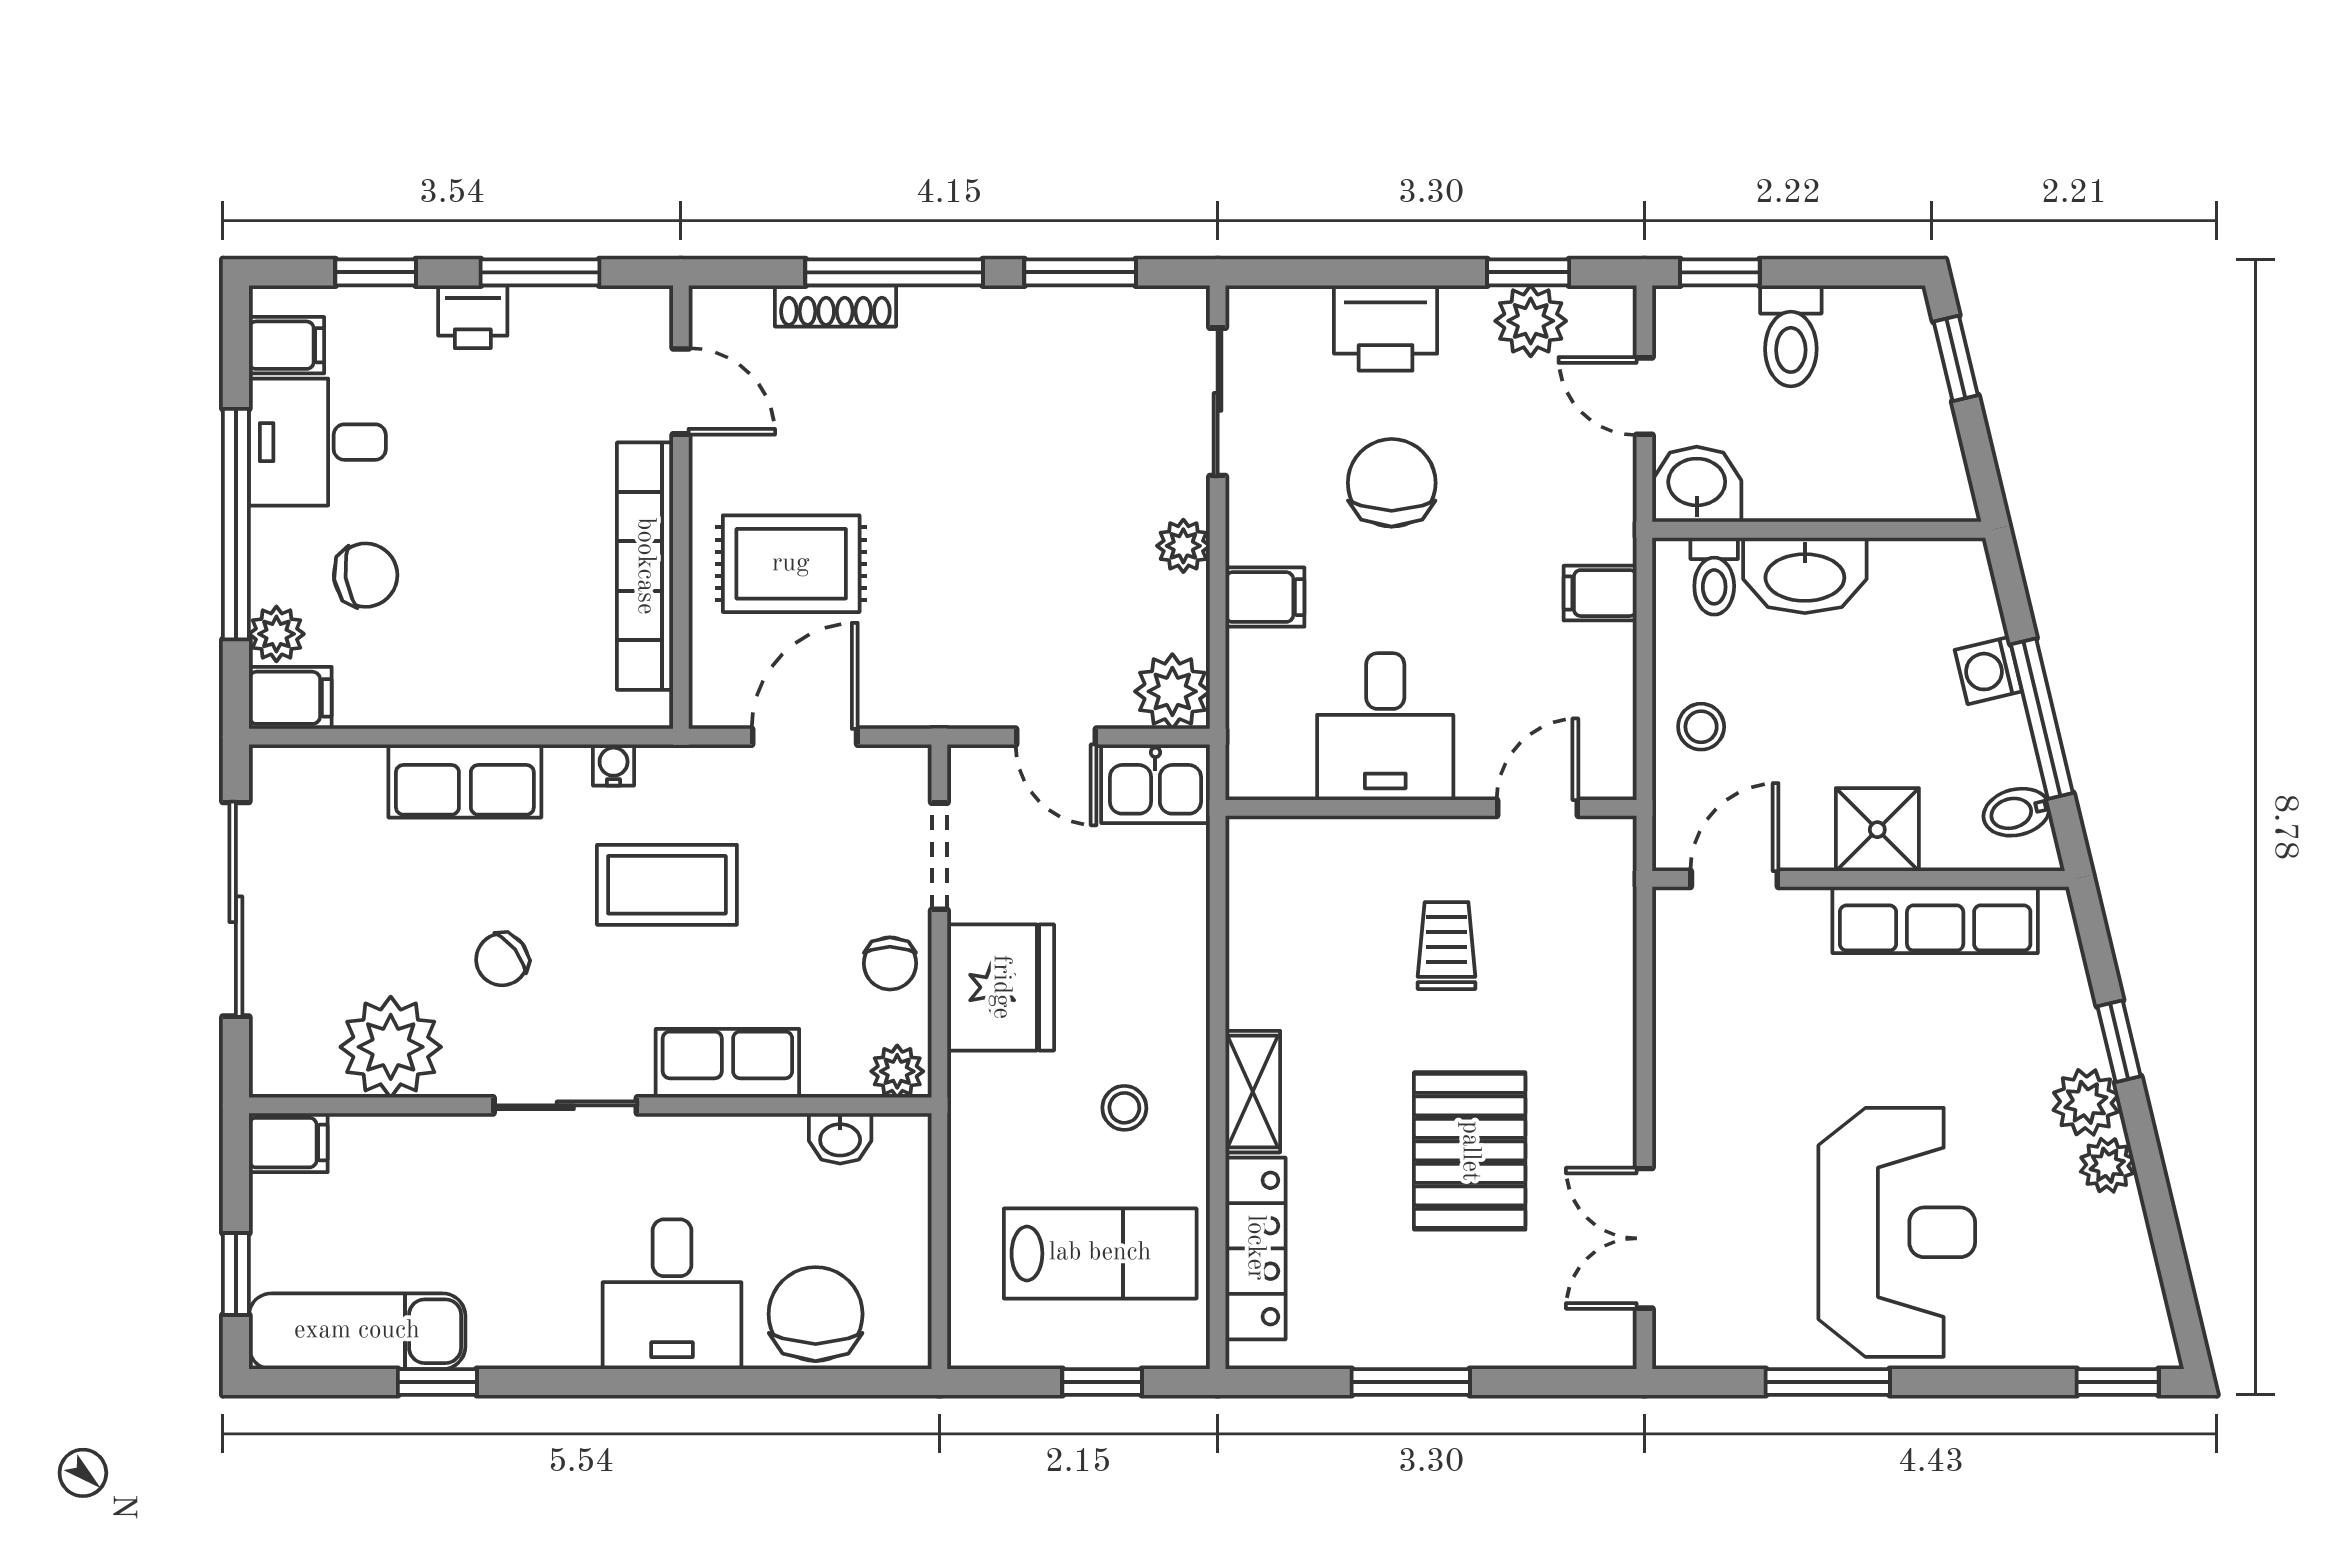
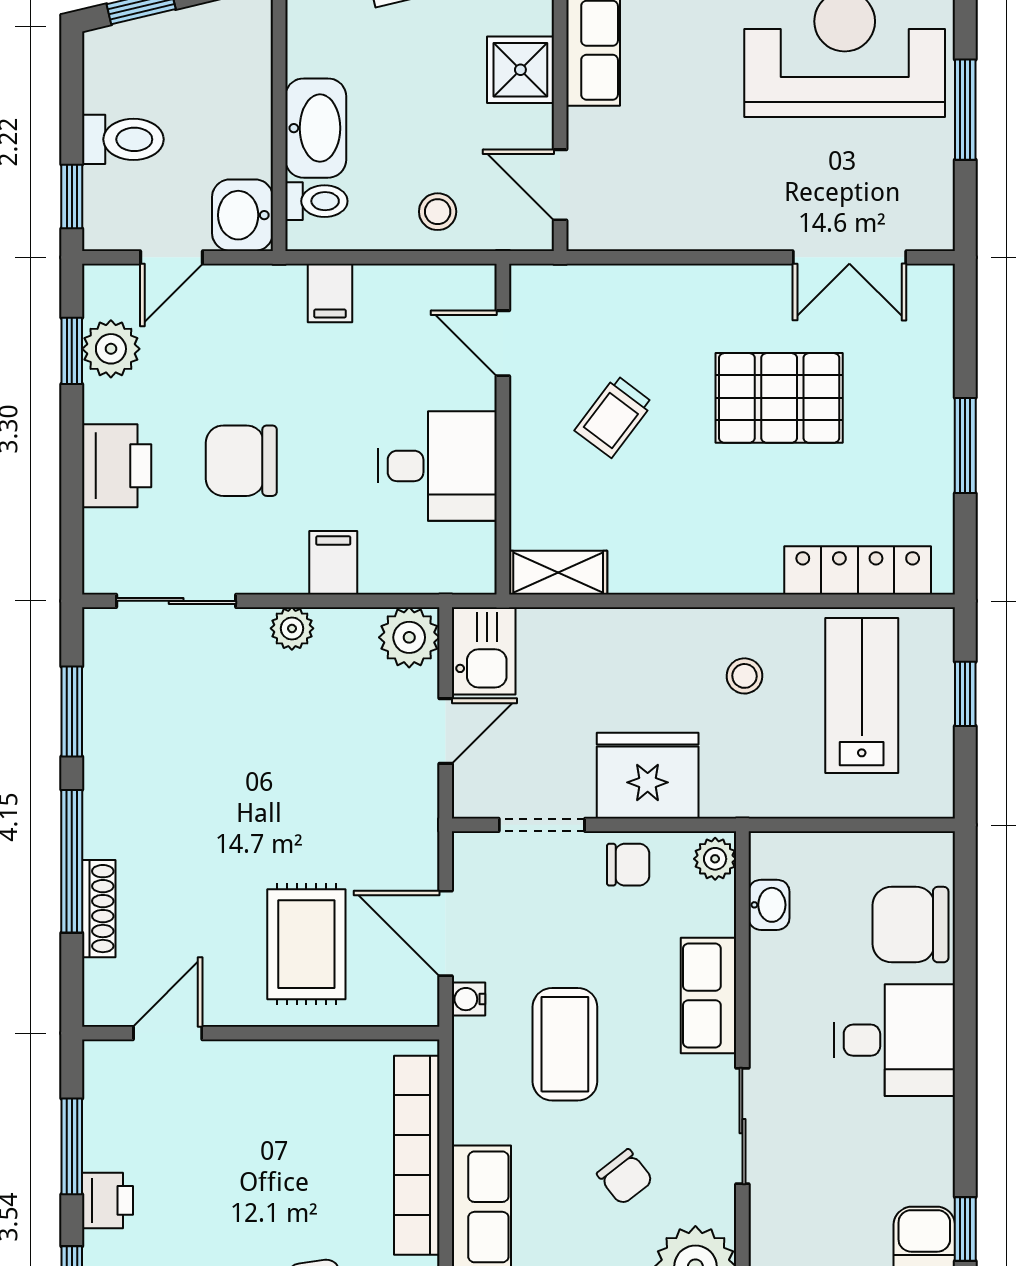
bookcase: (645, 566) -> (417, 1155), moved, turned 90
water cooler: (614, 765) -> (468, 999), moved
trolley: (1447, 946) -> (614, 417), turned -53
shelving: (1253, 1092) -> (558, 573), moved

